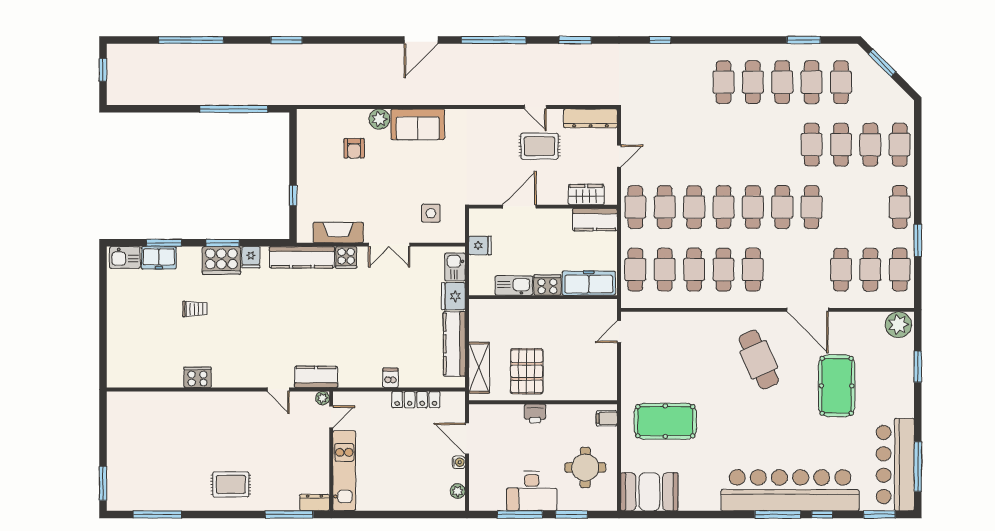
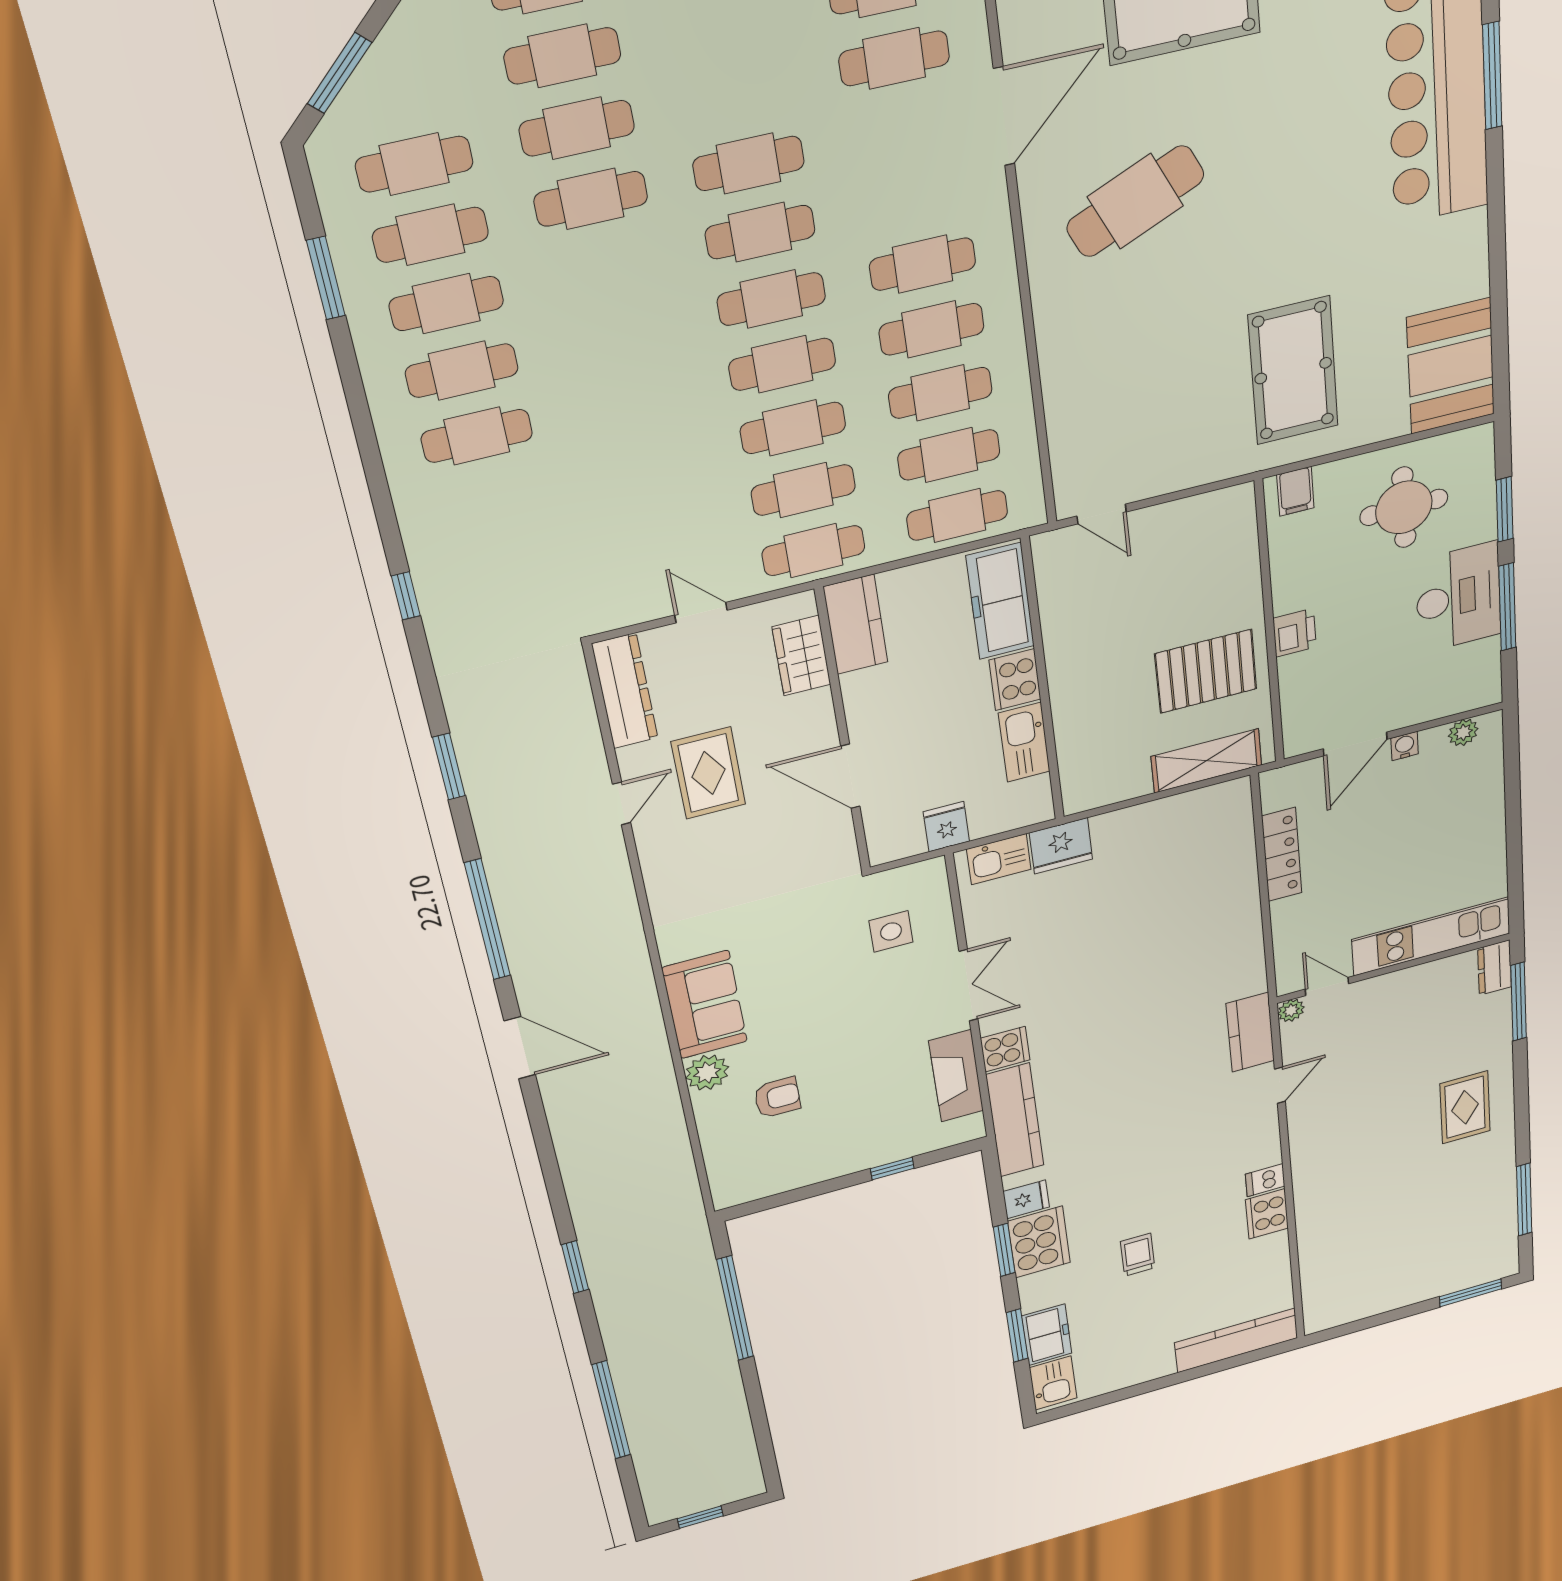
kitchen counter: (454, 344) -> (1236, 1340), moved, turned 180
dishwasher: (391, 378) -> (1265, 1180), moved

